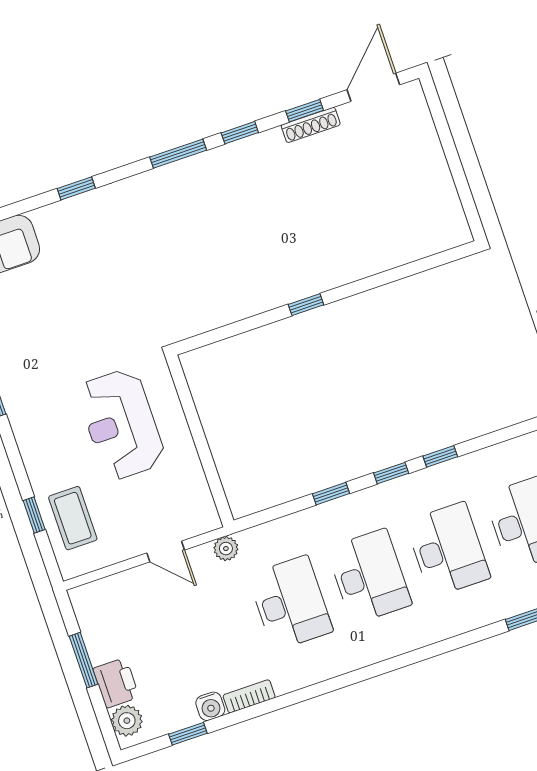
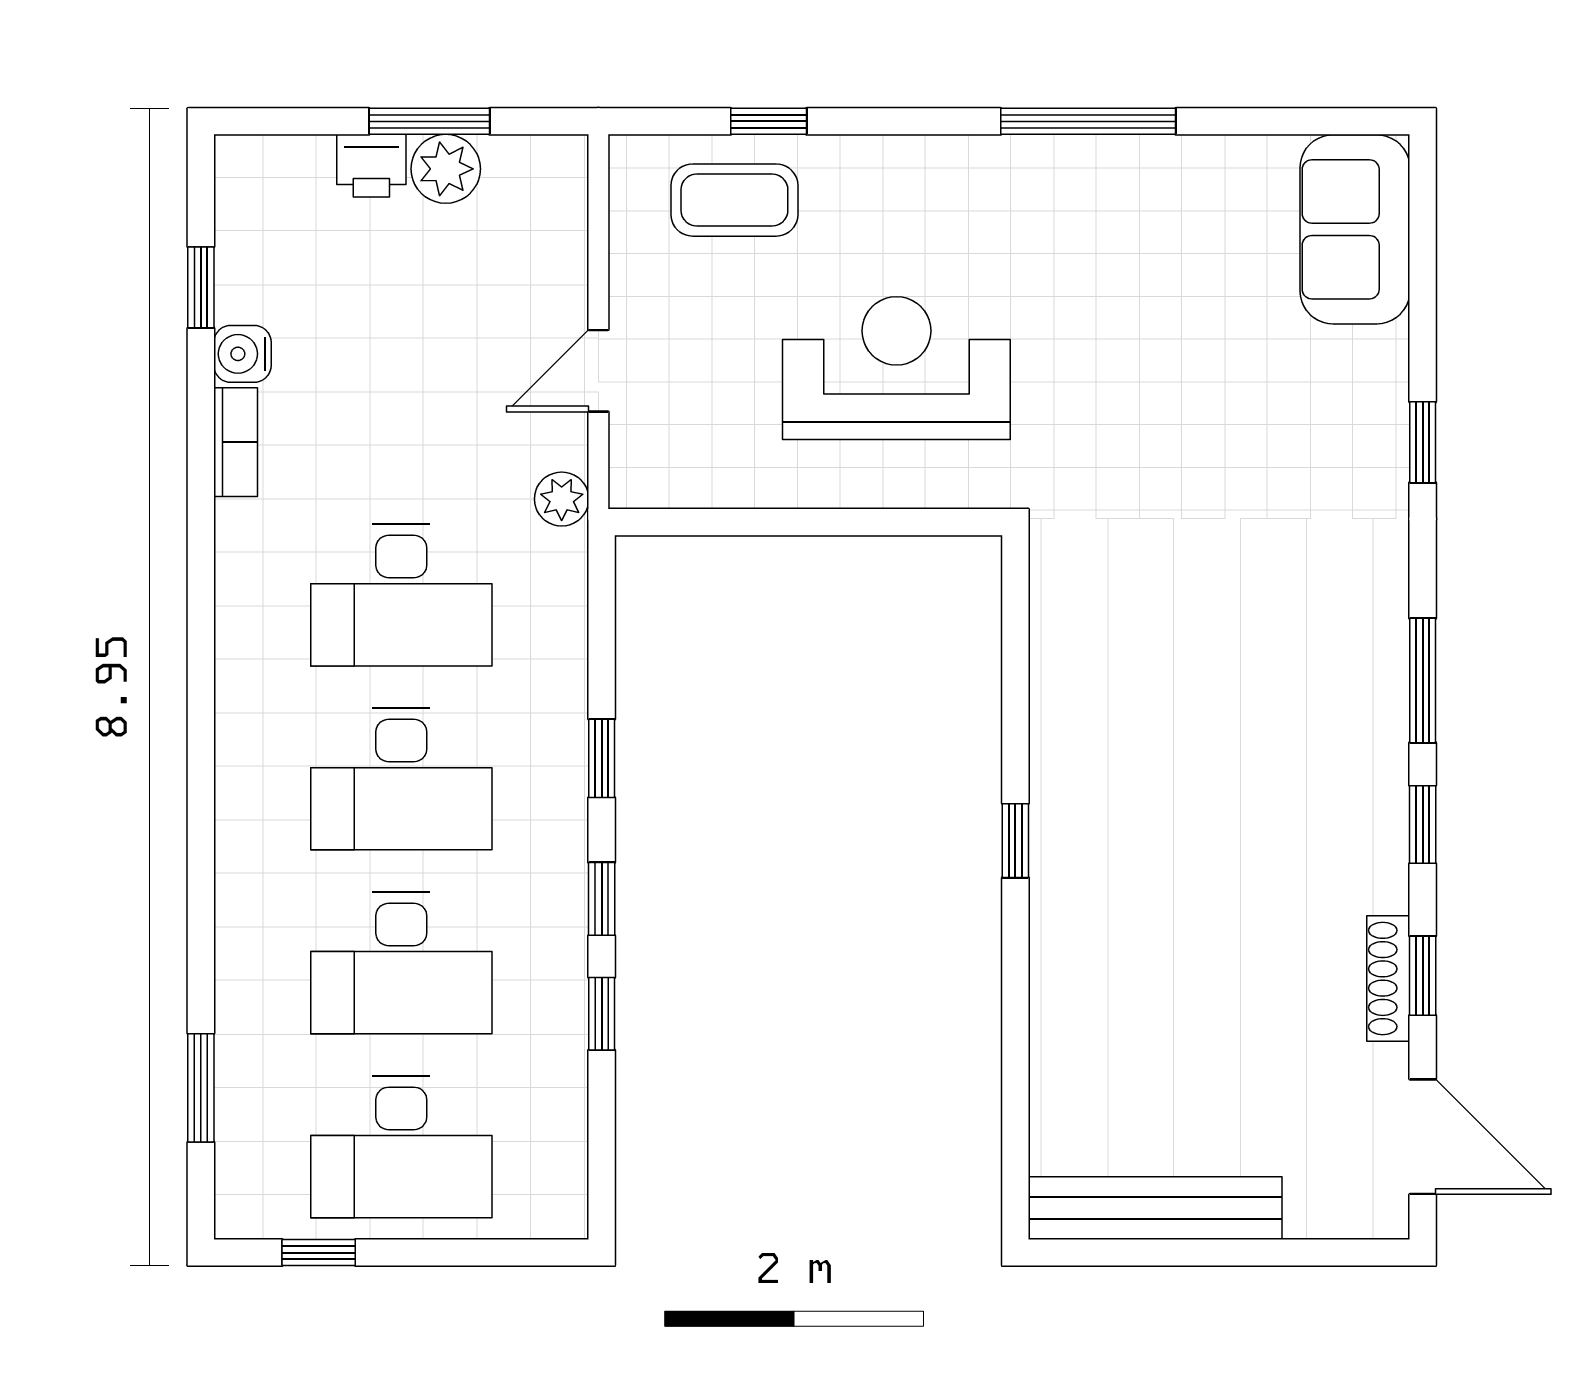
bench: (443, 191) -> (1155, 1208), added
printer: (116, 683) -> (371, 166), width x0.73, depth x0.81
plant: (127, 721) -> (446, 169), moved

